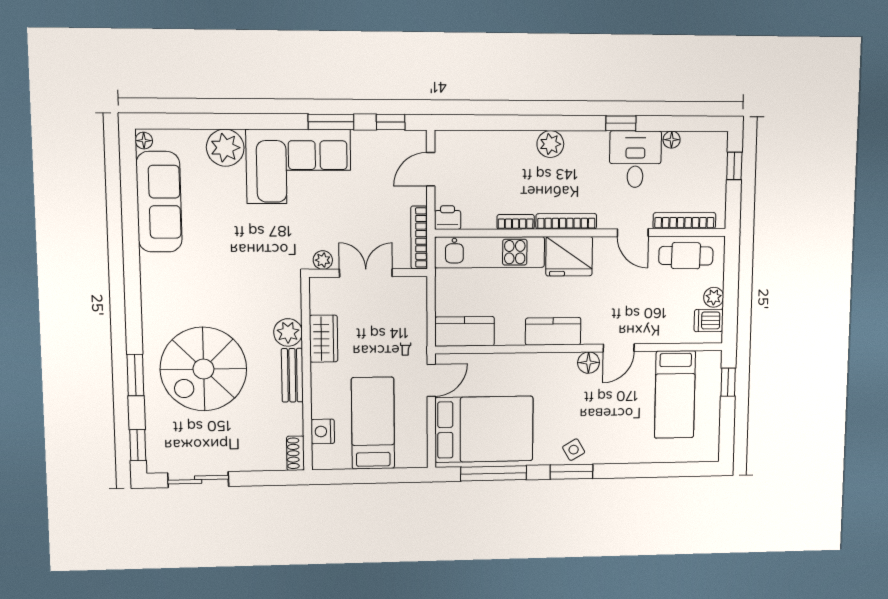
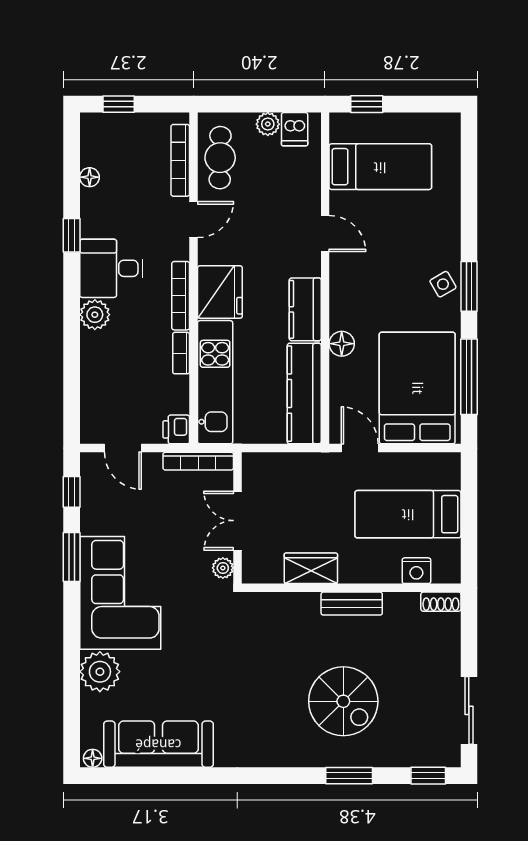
desk: (635, 159) -> (111, 268), moved
kitchen counter: (465, 331) -> (304, 394), width x1.50
plant: (288, 332) -> (303, 608), removed
floor lamp: (589, 363) -> (342, 344), moved
spiral stairs: (203, 369) -> (343, 701), width x0.73, depth x0.73

